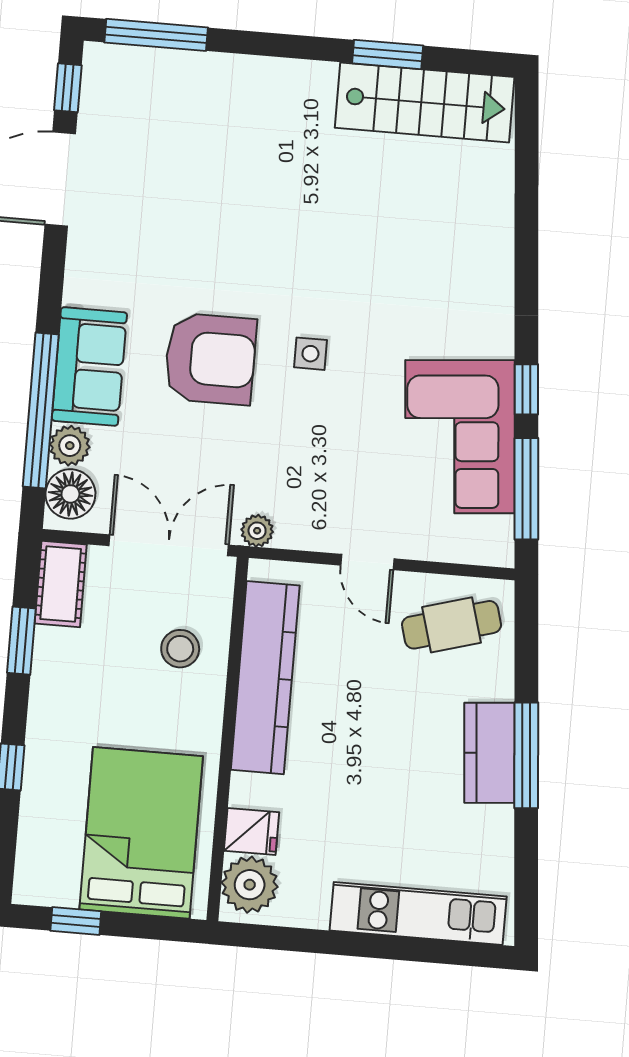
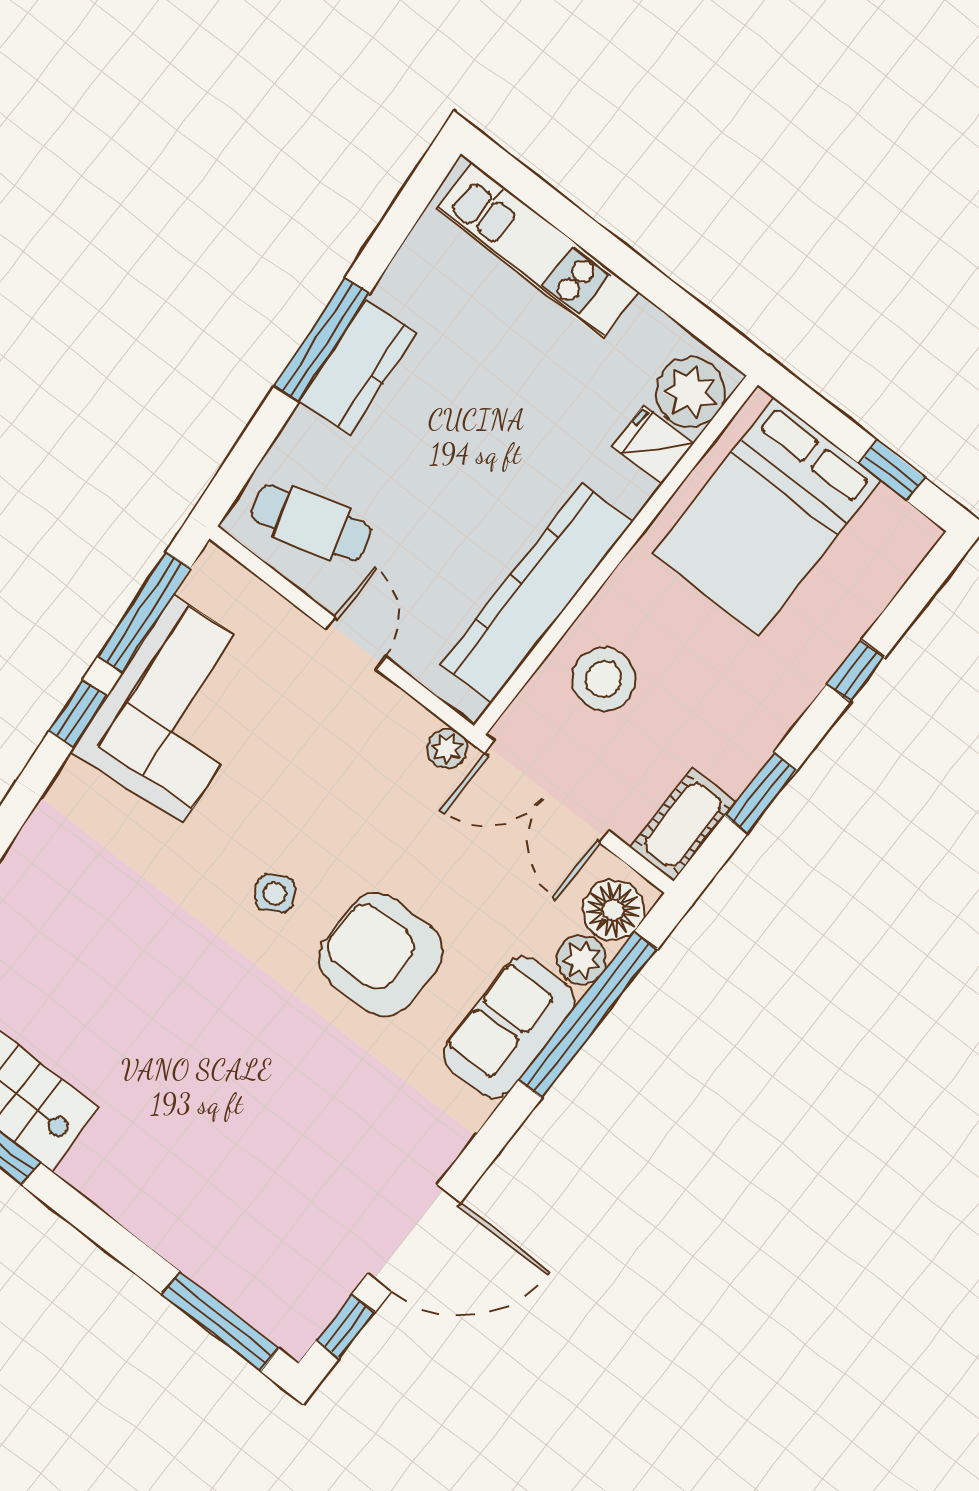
side table: (310, 354) -> (275, 893), turned -31
stool: (180, 649) -> (604, 679), width x1.38, depth x1.38

